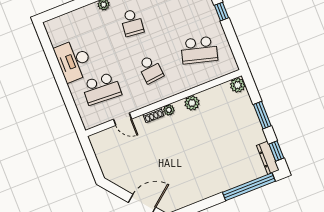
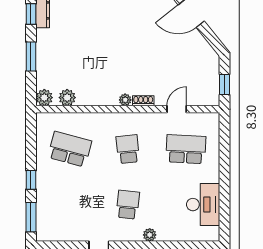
desk: (74, 61) -> (203, 205), moved
plant: (192, 103) -> (67, 98), moved
door: (122, 119) -> (177, 109), hinge flipped
window: (90, 156) -> (225, 85), added

